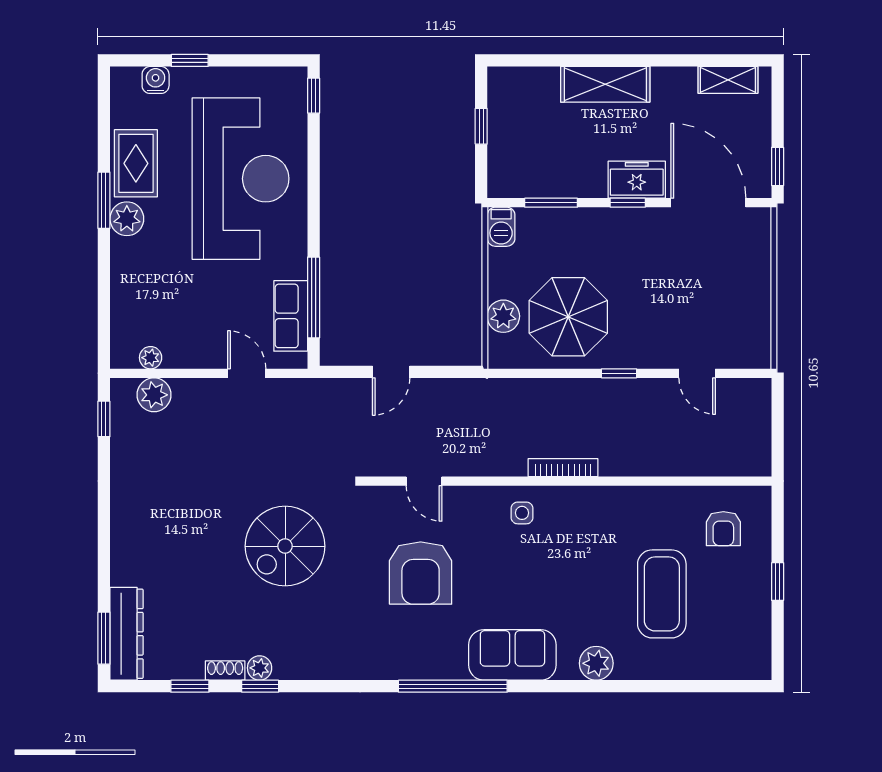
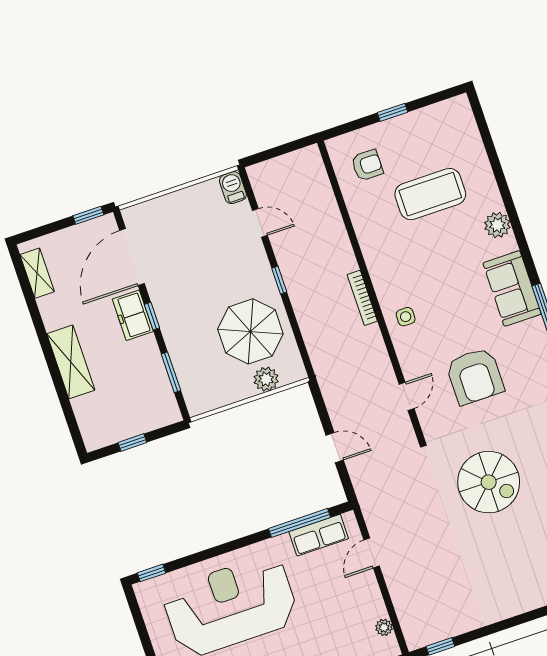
barbecue: (501, 227) -> (233, 188), moved, turned -90
door: (697, 373) -> (260, 223), hinge flipped
plant: (154, 395) -> (410, 616), removed
armchair: (421, 573) -> (475, 376), turned 90

